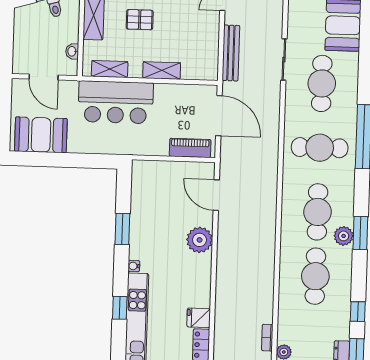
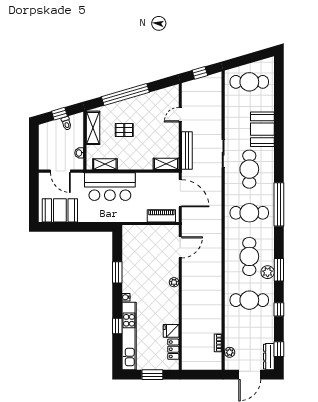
shelving: (162, 70) -> (166, 164), moved
door: (216, 195) -> (180, 247), swing flipped
plant: (200, 240) -> (174, 282), width x0.53, depth x0.53
cafe table: (315, 276) -> (249, 300), turned 90
window: (358, 312) -> (279, 309), moved

